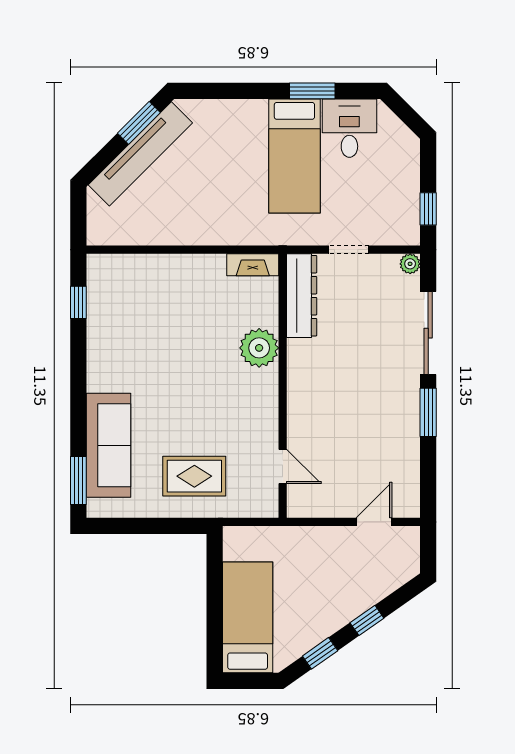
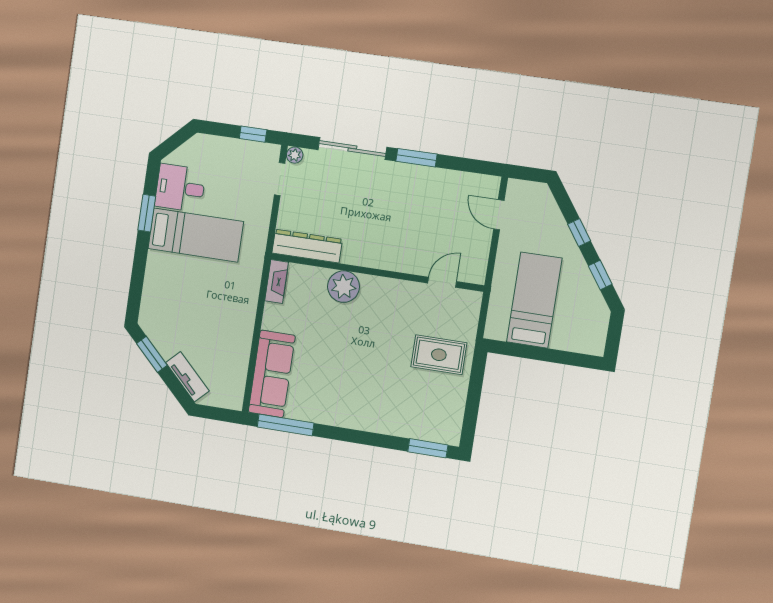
tv unit: (140, 154) -> (187, 377), width x0.52, depth x0.78
doorway: (349, 250) -> (280, 179), moved
window: (78, 302) -> (286, 425), width x2.17
sofa: (109, 445) -> (272, 374), moved, turned 90
rug: (194, 476) -> (439, 355), turned 90
bed: (248, 617) -> (534, 300), moved, turned 90

